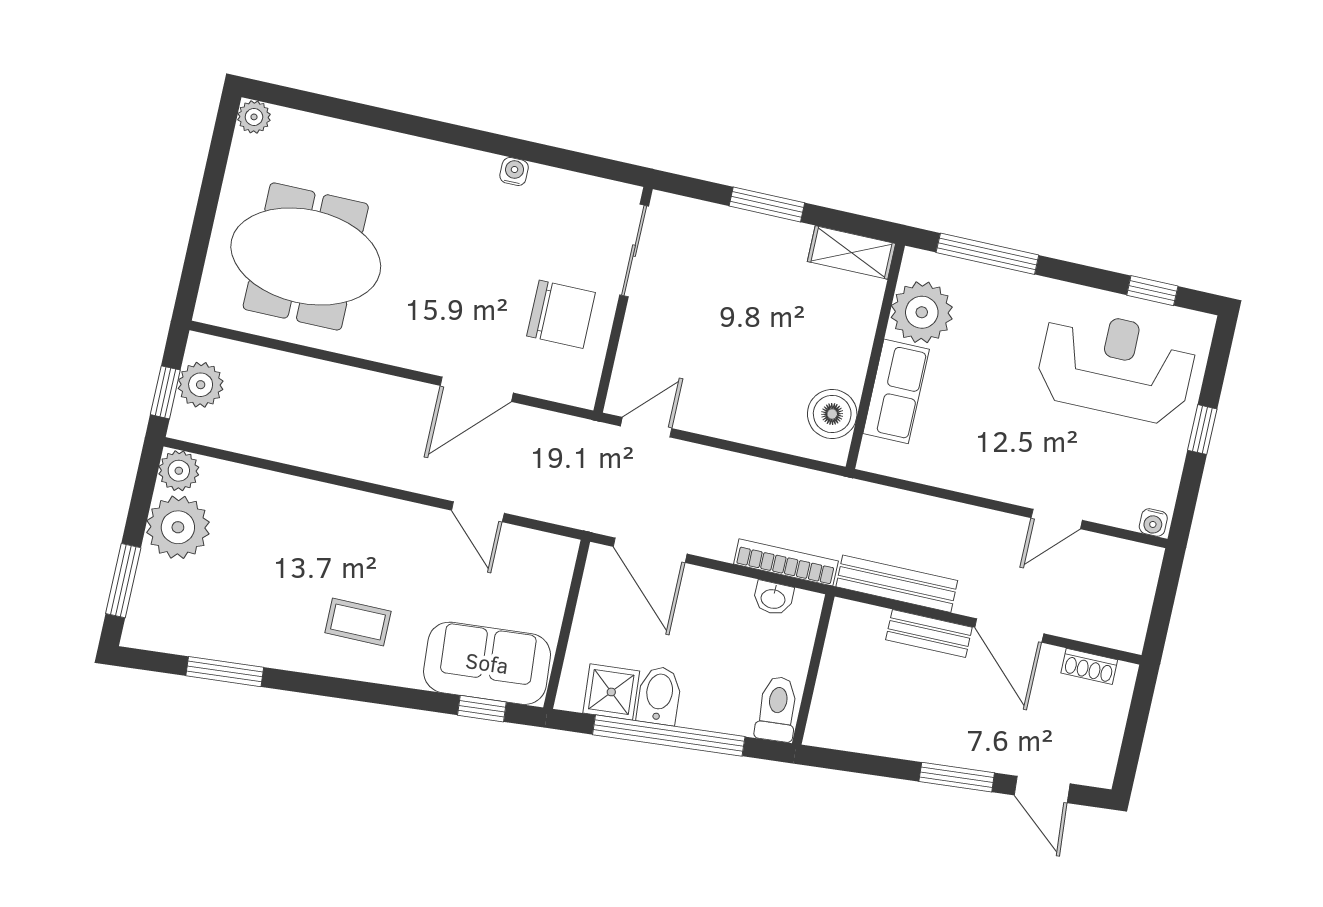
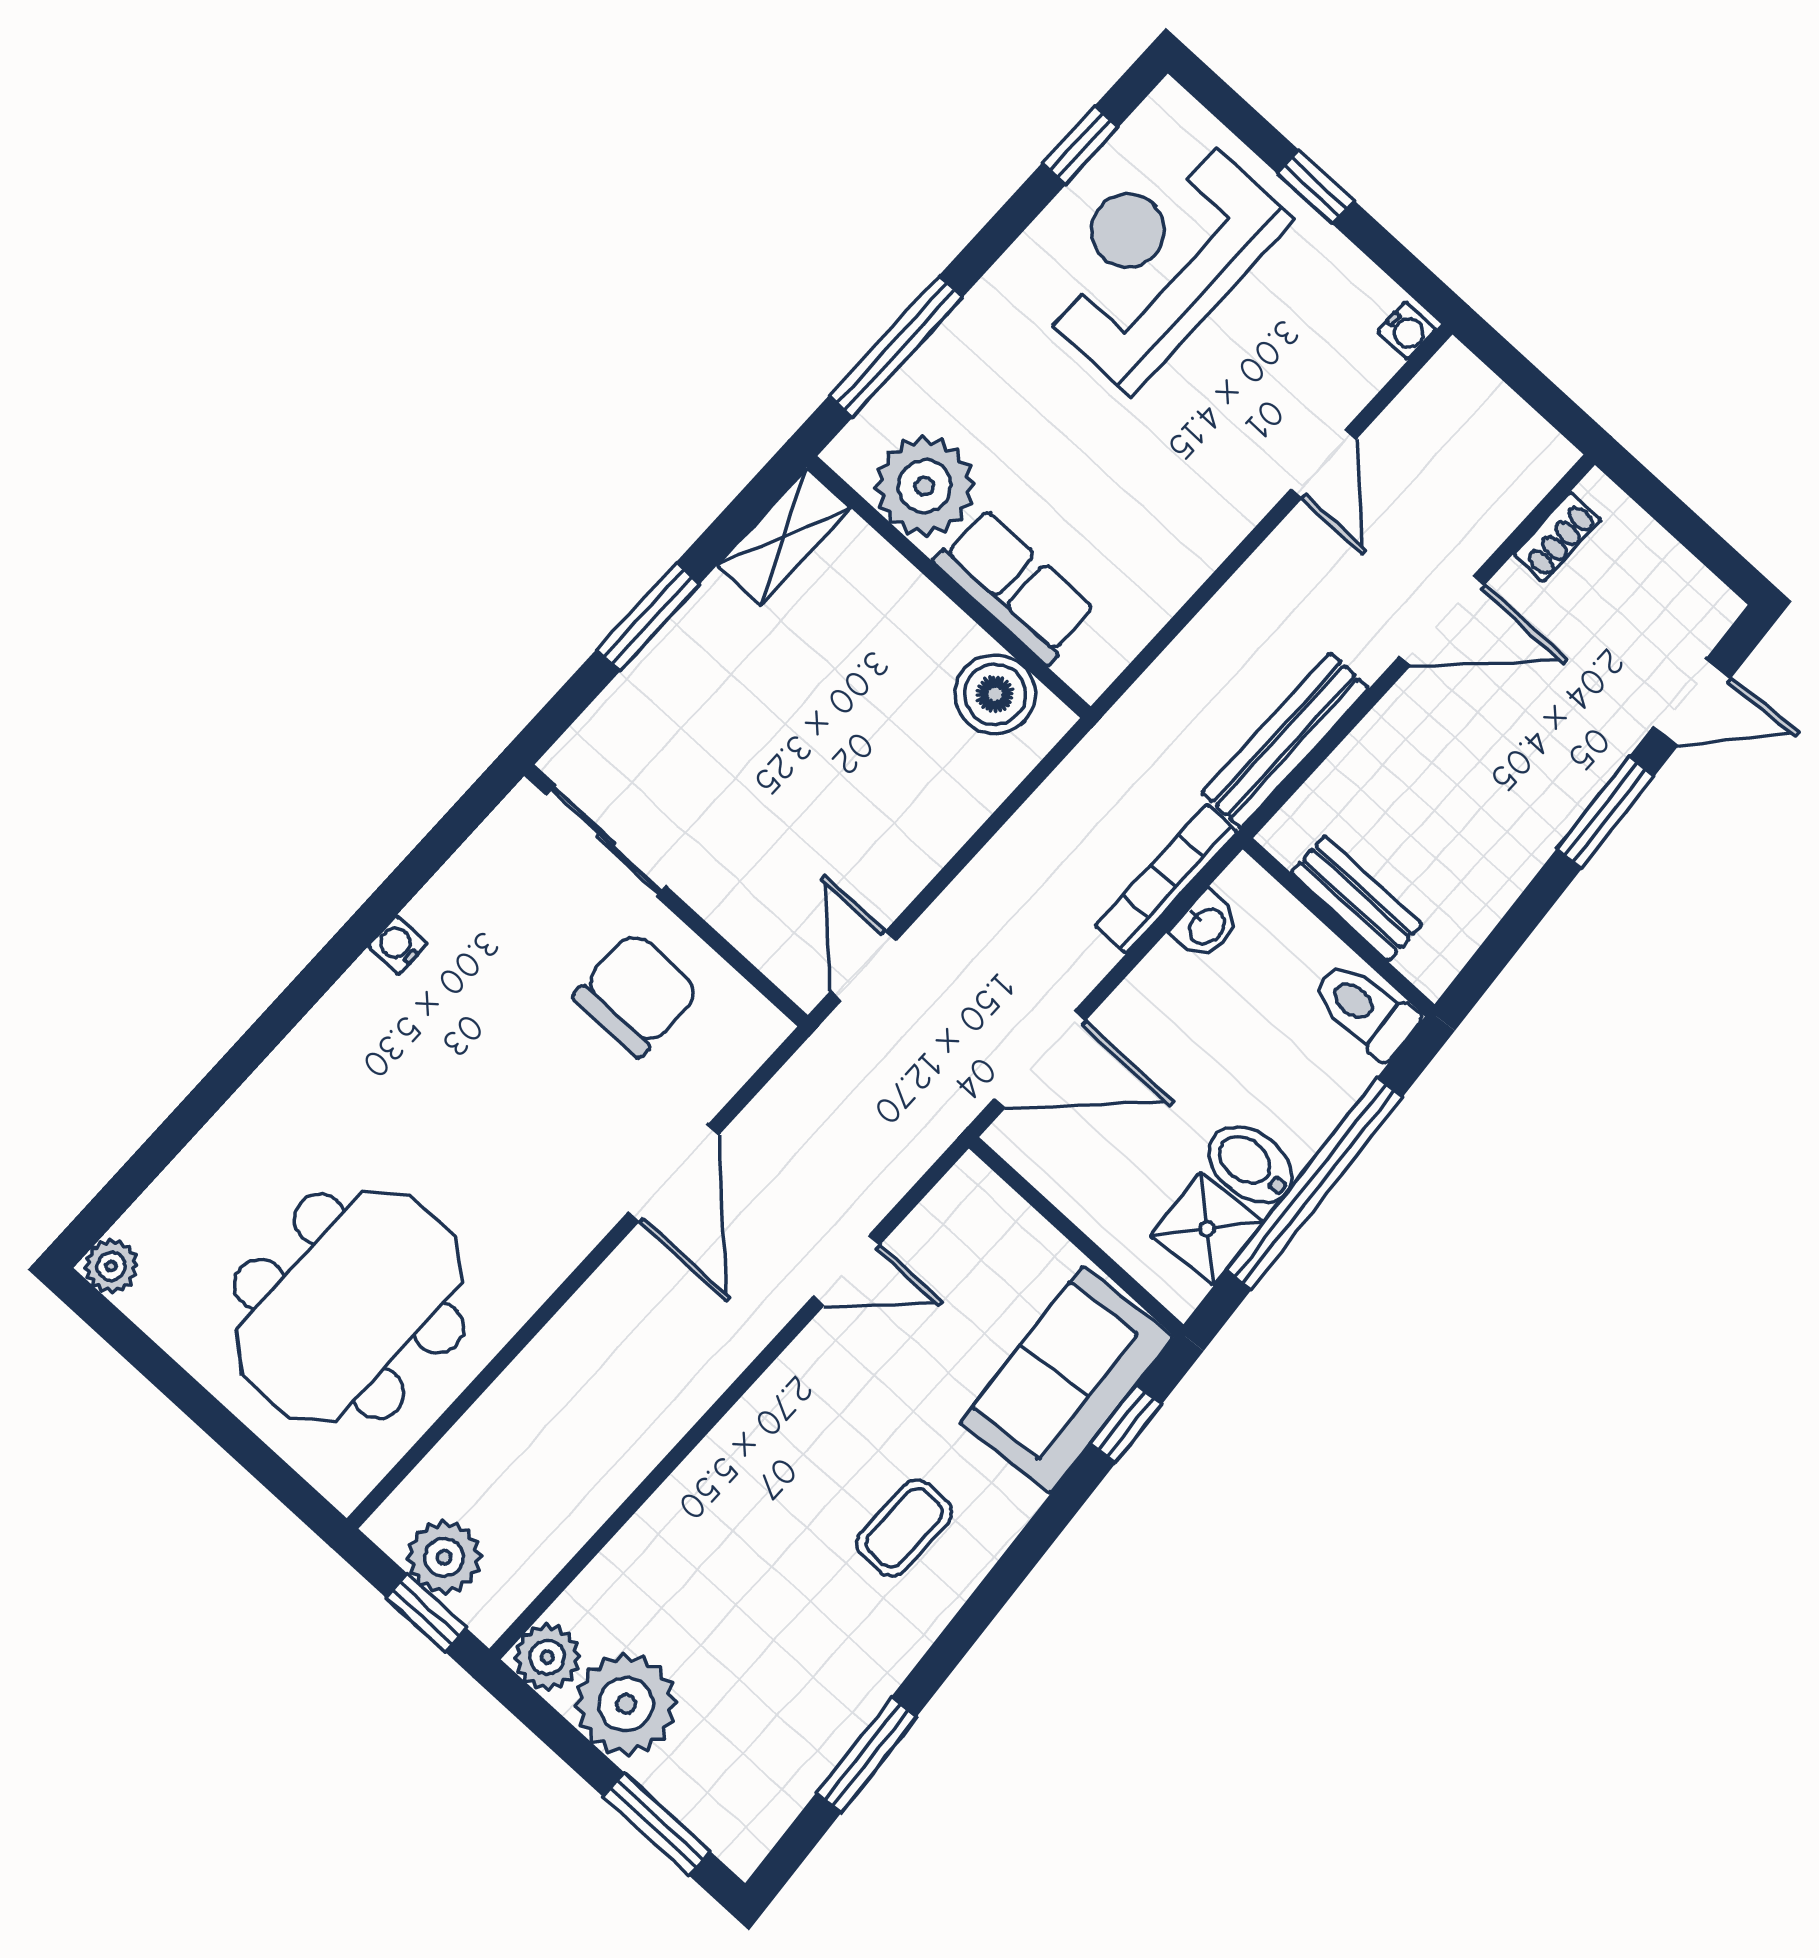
bench: (929, 633) -> (1356, 898), moved, turned 90

